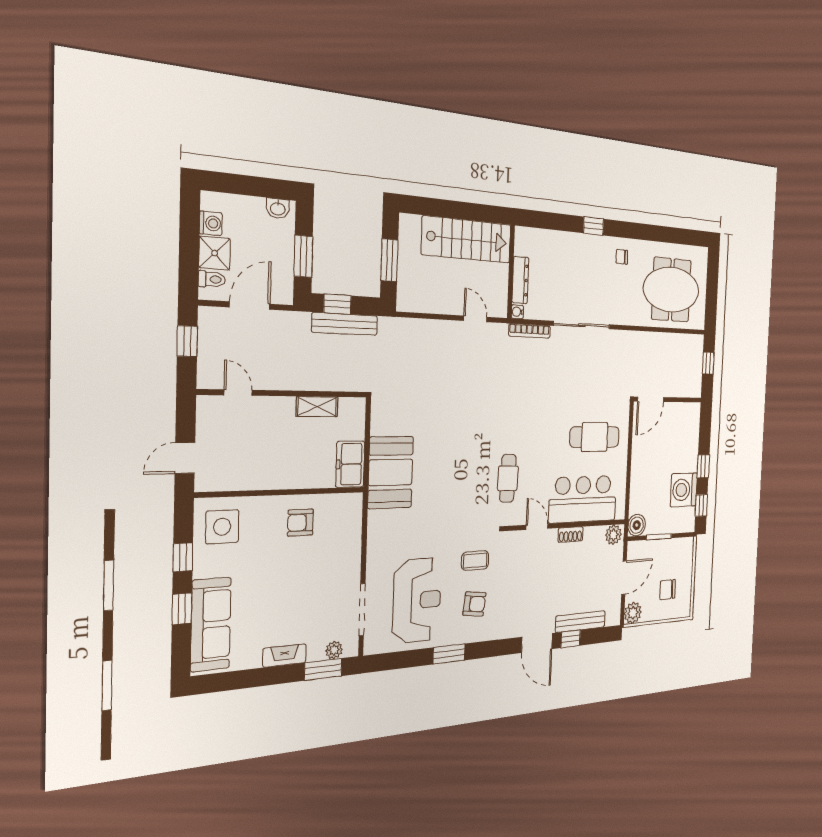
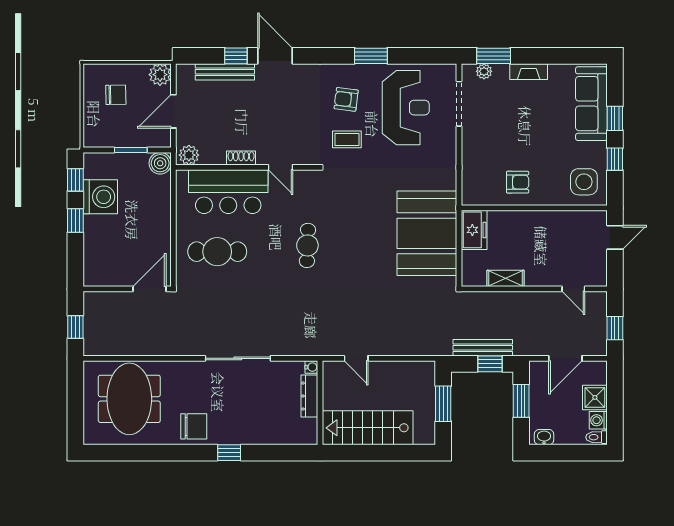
chair: (622, 257) -> (194, 426), width x1.87, depth x1.87
toilet: (212, 279) -> (597, 437), moved
meeting table: (671, 290) -> (129, 399), turned 90
bookcase: (530, 331) -> (297, 350), removed
booth: (391, 472) -> (427, 233), width x1.36, depth x1.42
cafe table: (508, 478) -> (307, 245), moved
reception desk: (417, 600) -> (406, 108), turned 180

